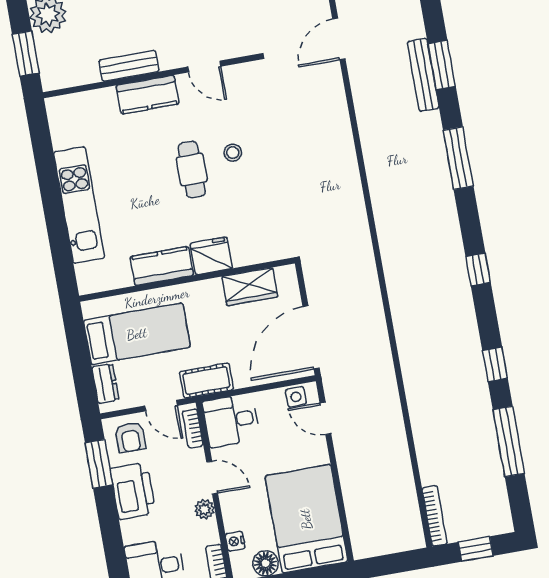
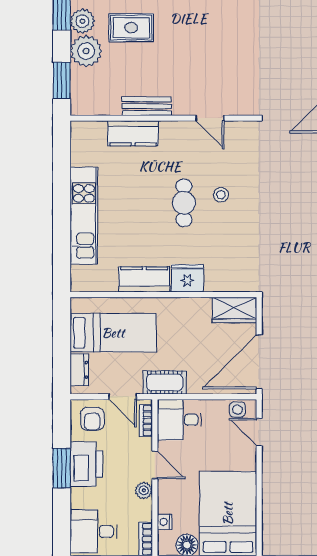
kitchen counter: (148, 95) -> (133, 133), moved
wardrobe: (250, 287) -> (234, 310), moved
window: (99, 464) -> (62, 468), moved

